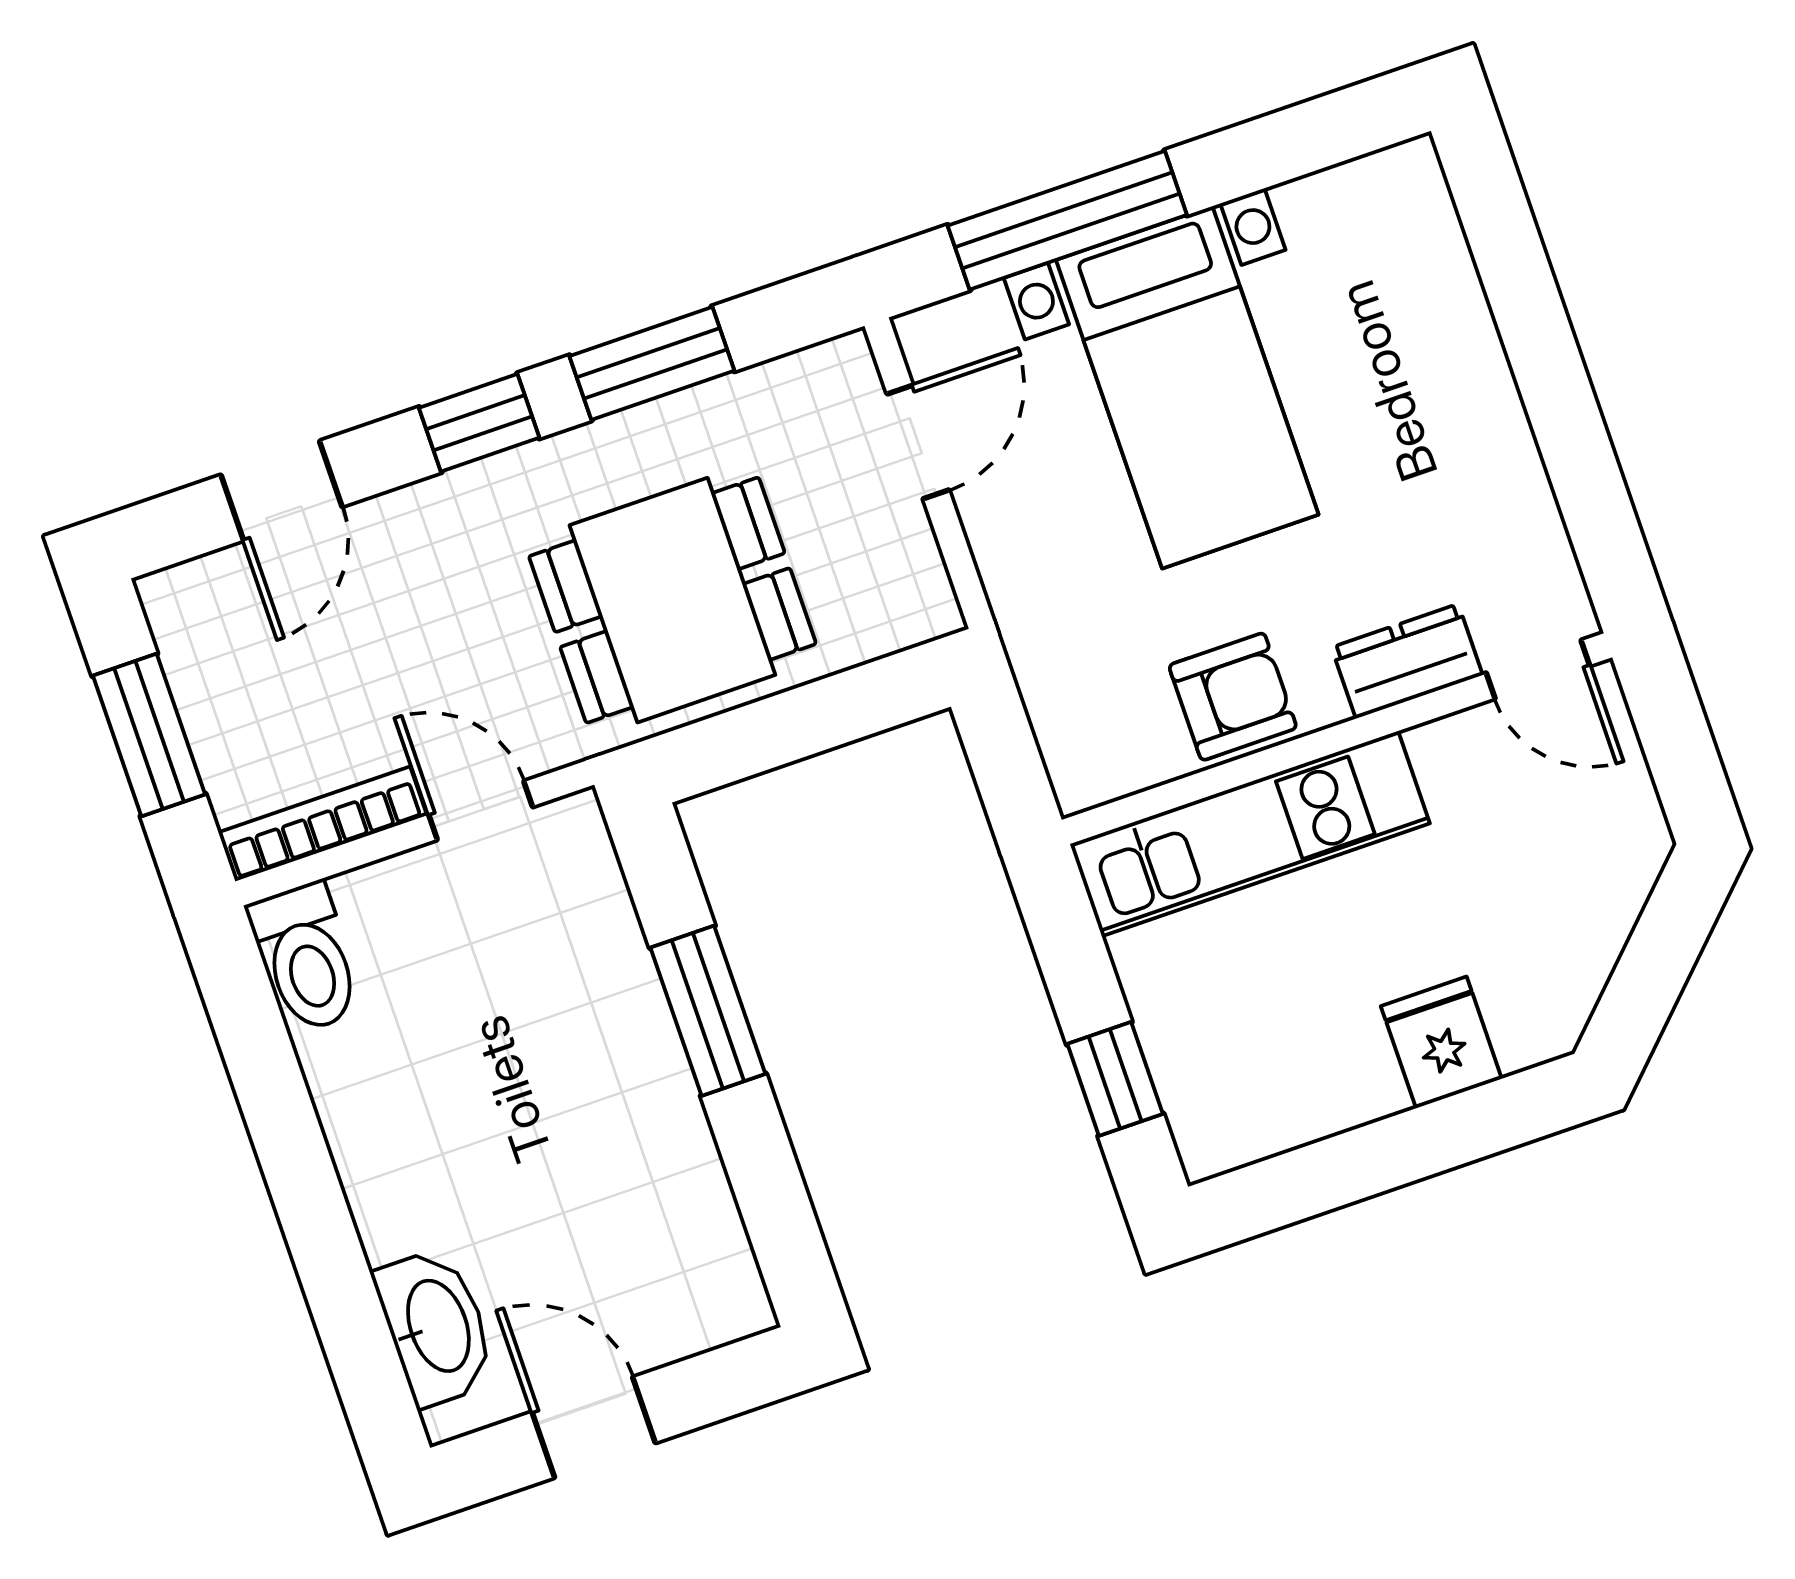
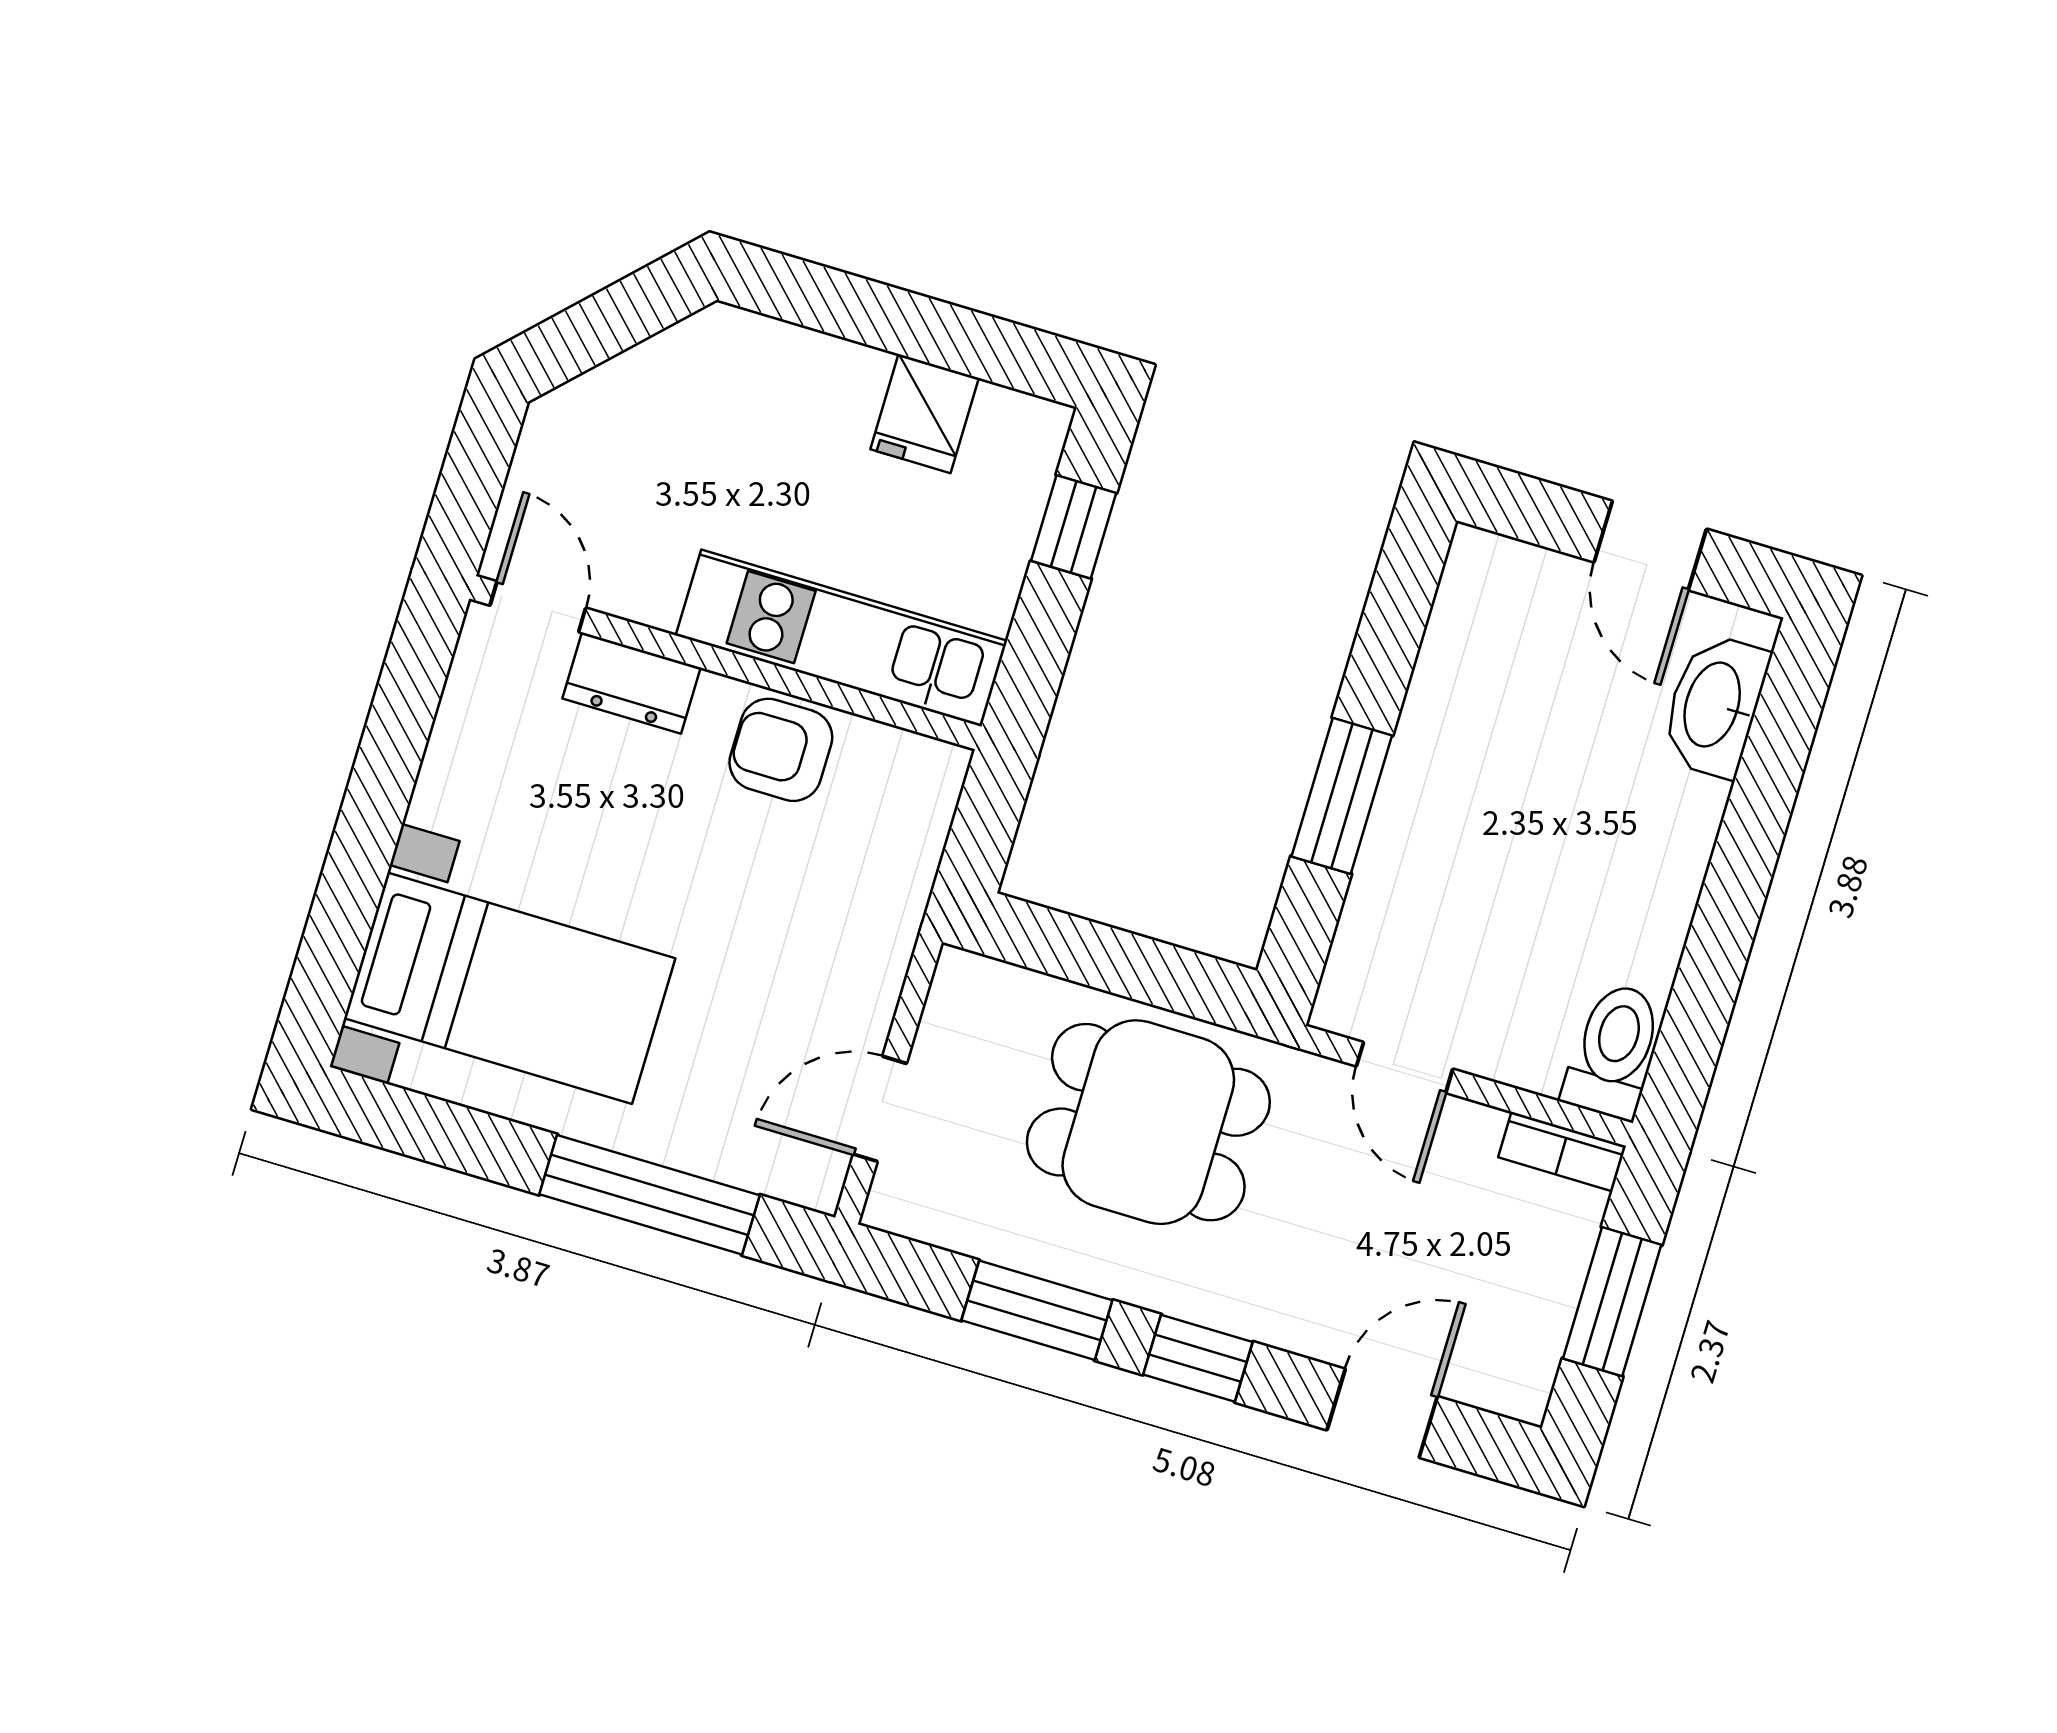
bed with nightstands: (1187, 387) -> (510, 988), moved, turned 90
bookcase: (323, 824) -> (1562, 1152), width x0.64
fridge: (1441, 1042) -> (925, 414), moved

